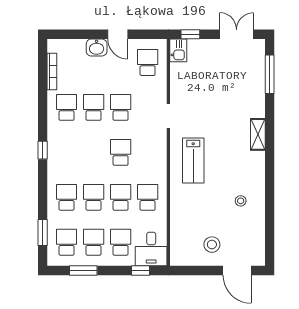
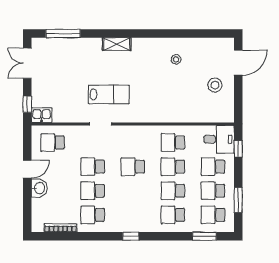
lab bench: (193, 161) -> (109, 94), moved

